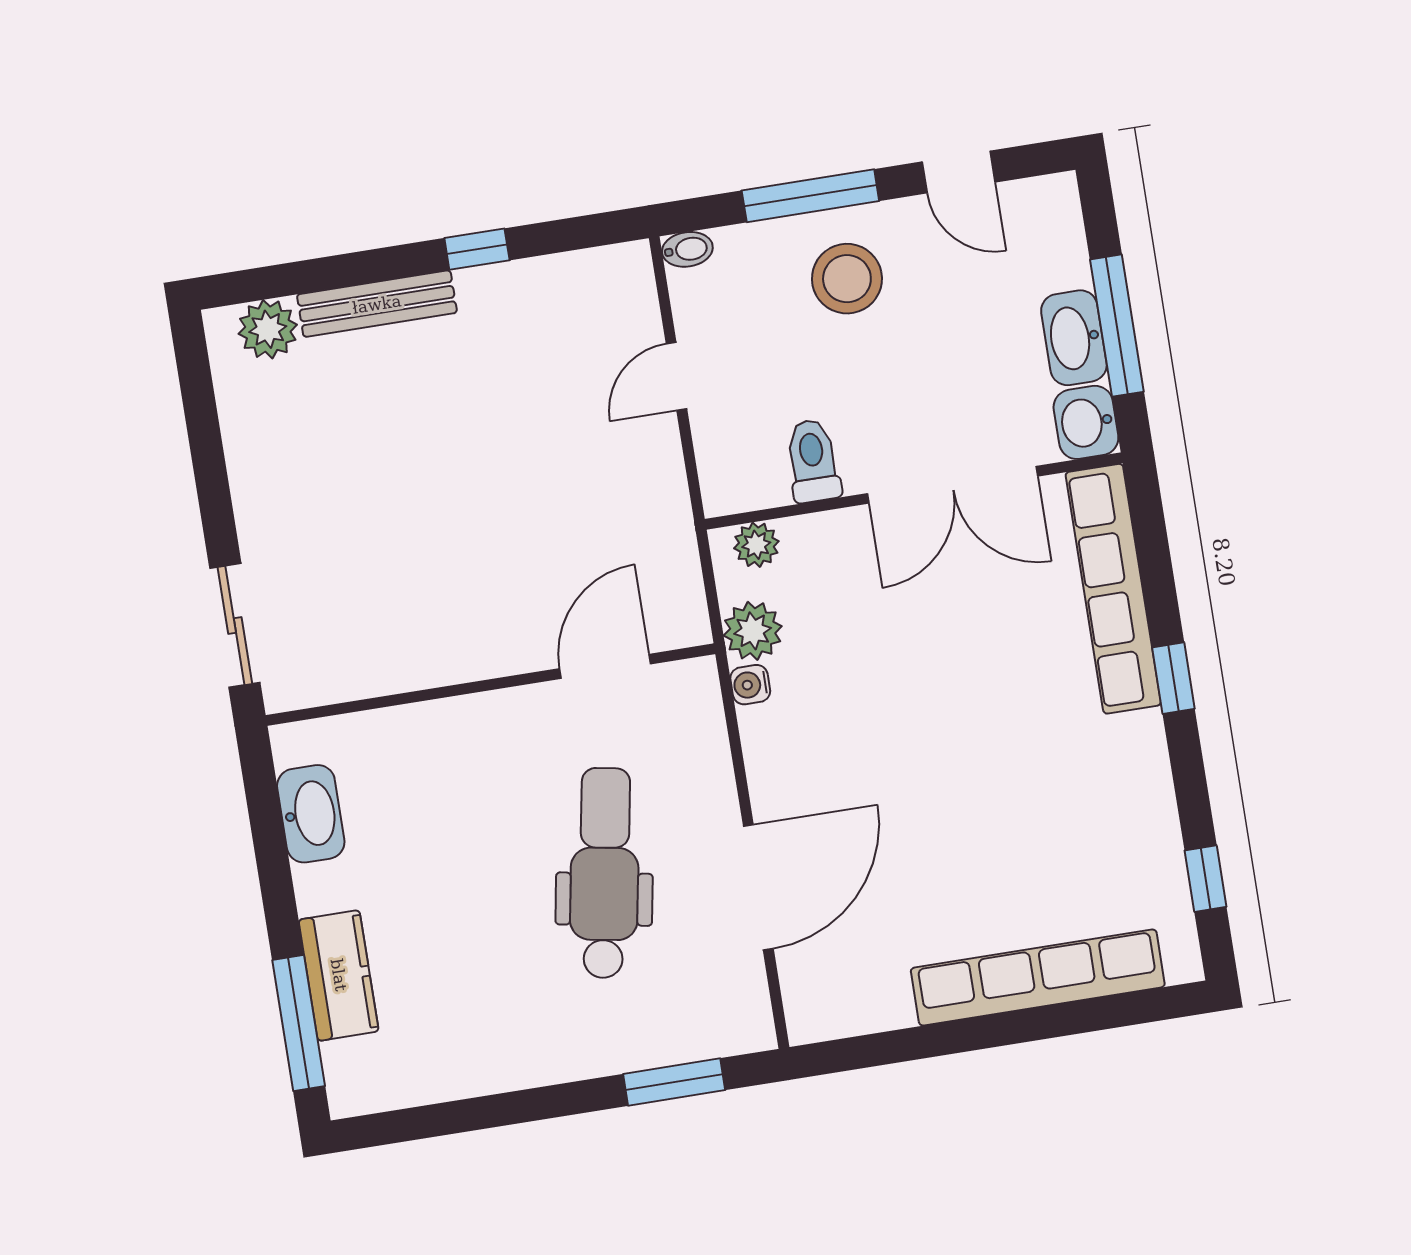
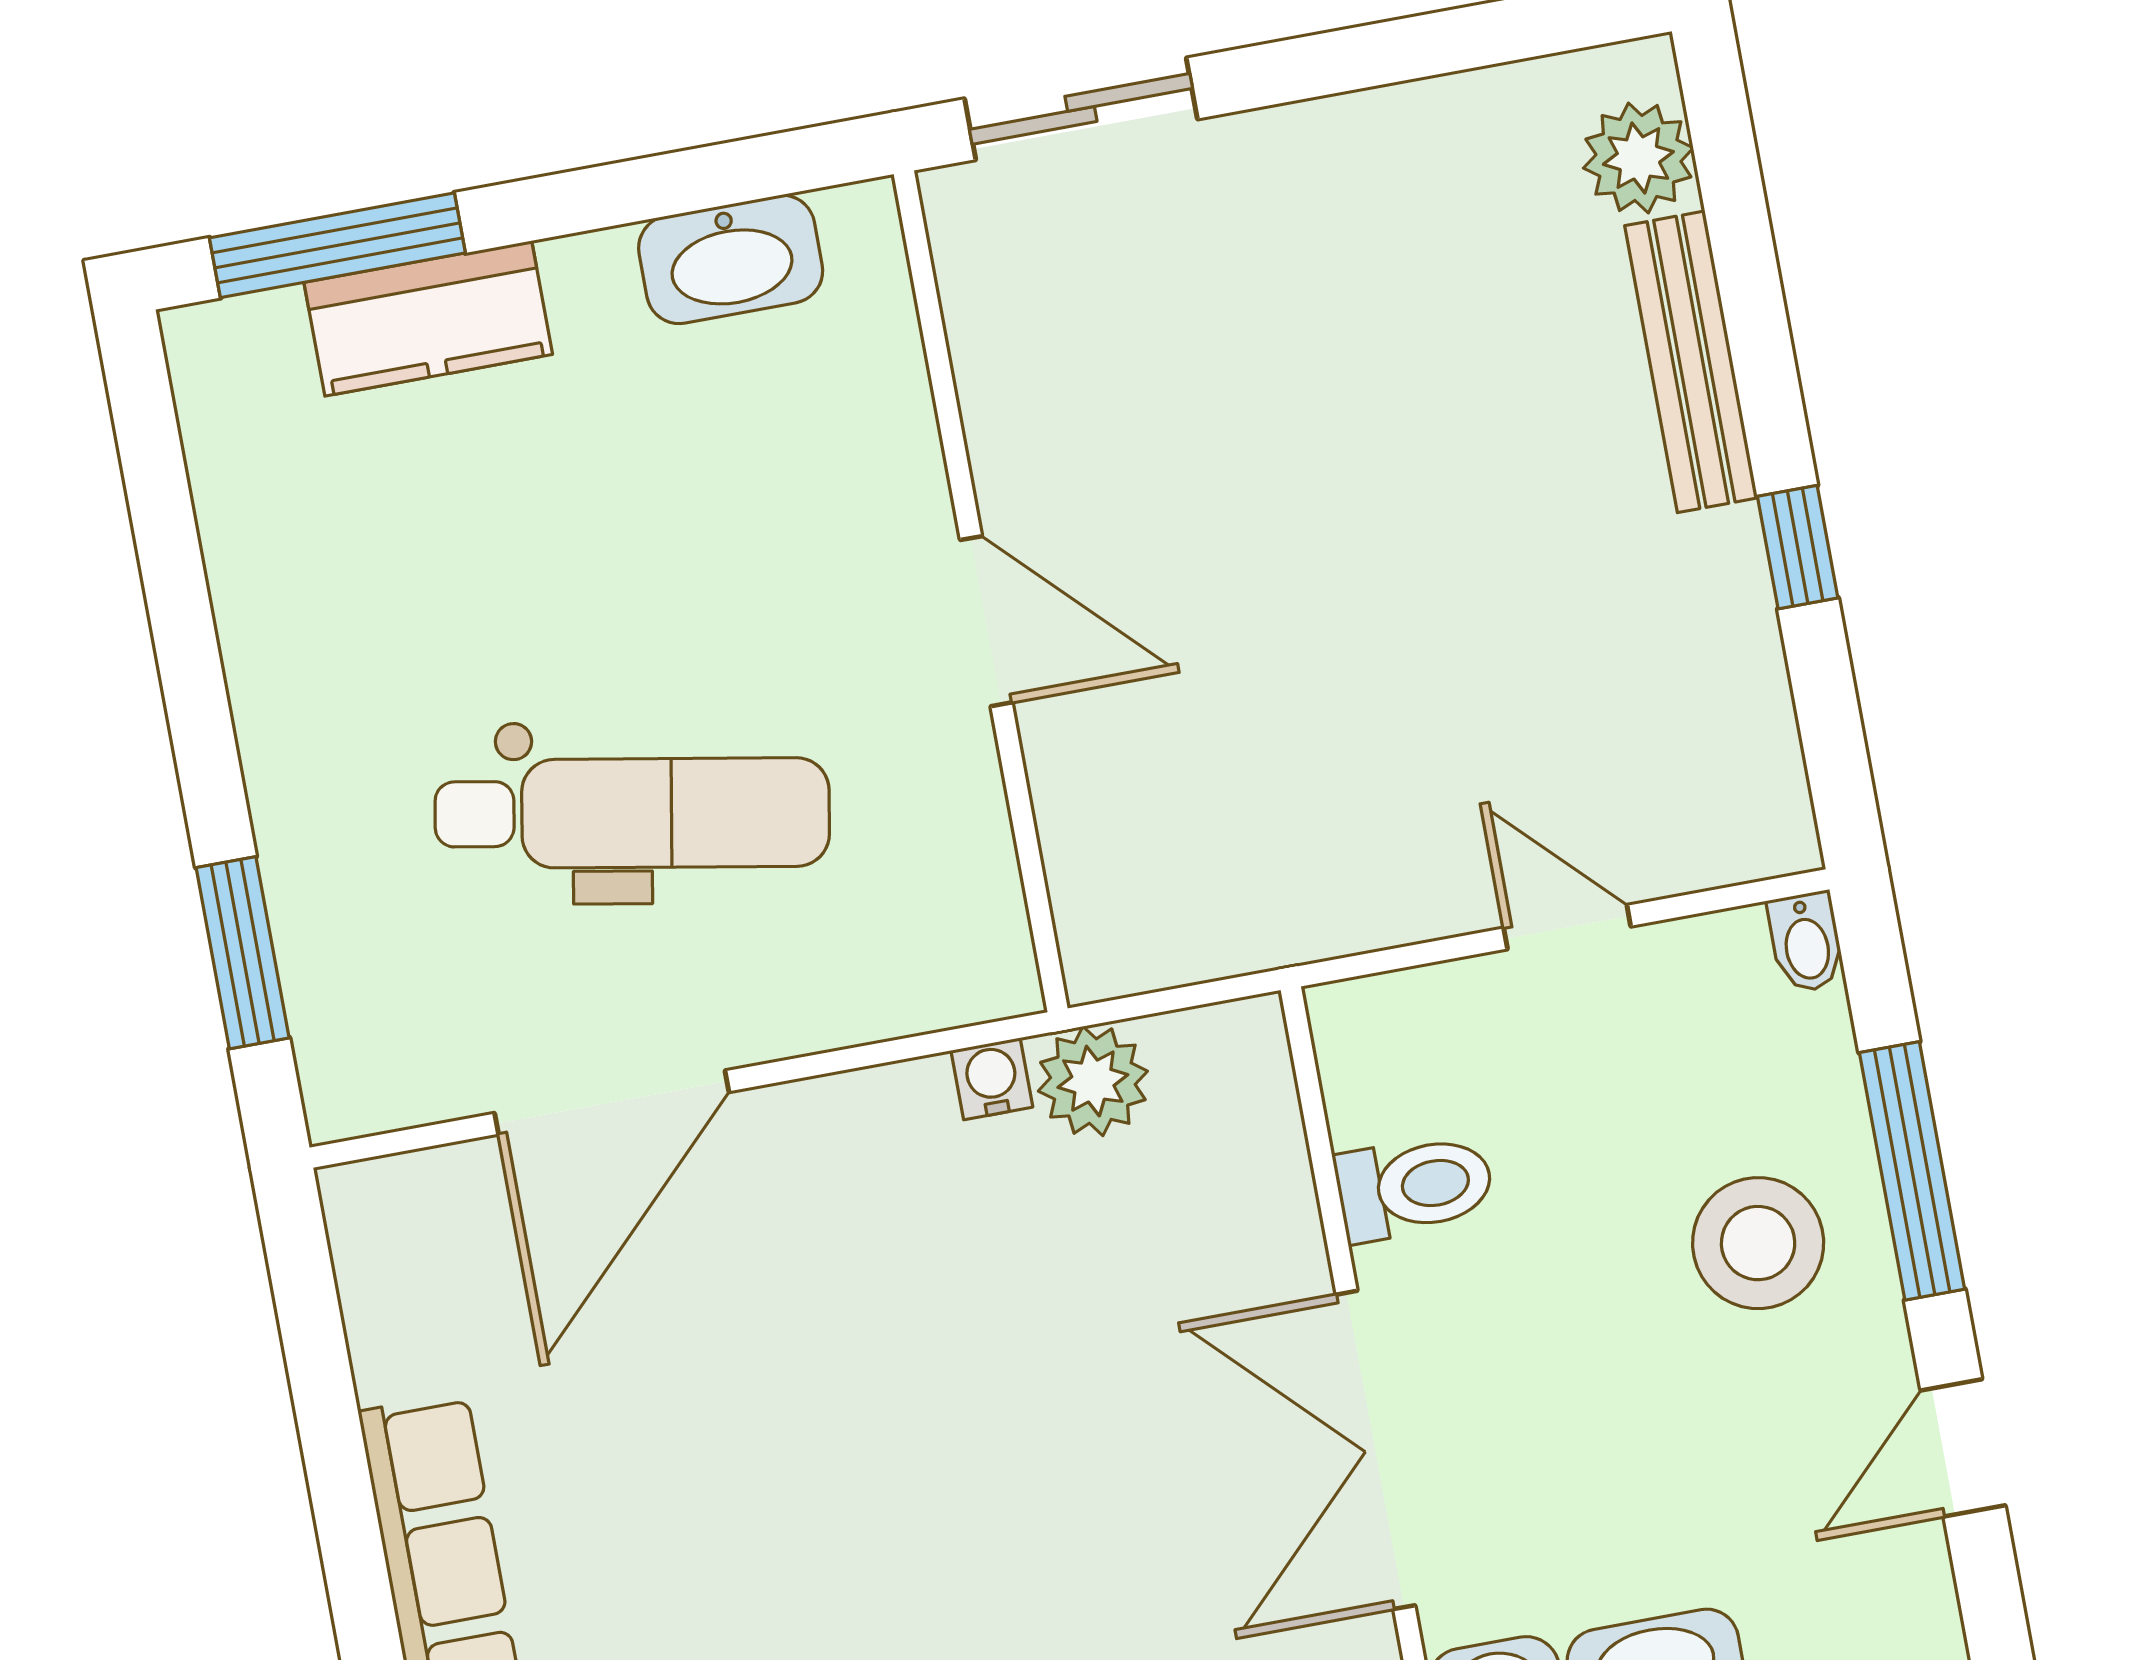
plant: (756, 545) -> (1255, 1084), removed
door: (605, 666) -> (986, 621), moved
door: (758, 887) -> (612, 1103), hinge flipped

